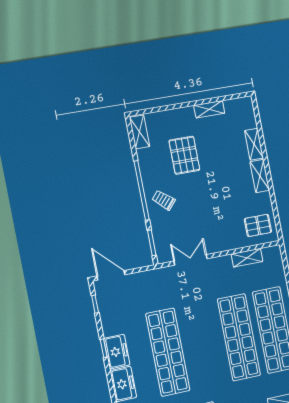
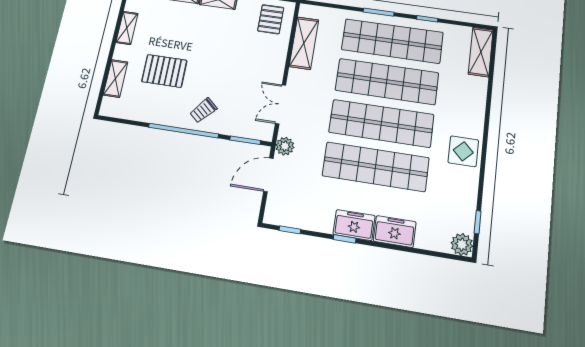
shelving: (140, 132) -> (115, 78), moved, turned 90
shelving: (247, 258) -> (304, 43), width x1.50, depth x1.33
door: (111, 275) -> (268, 175), moved
plant: (158, 276) -> (285, 146), added
shop shelf: (204, 345) -> (381, 123), added

